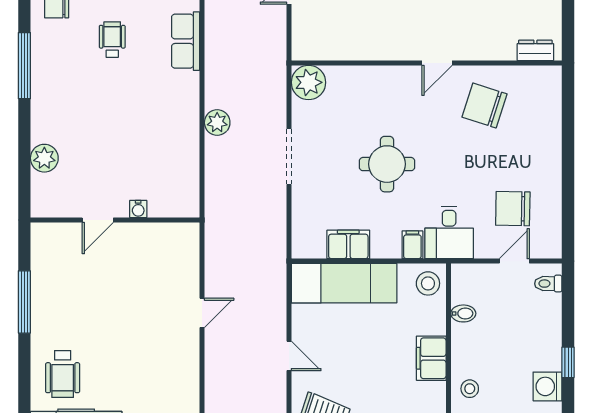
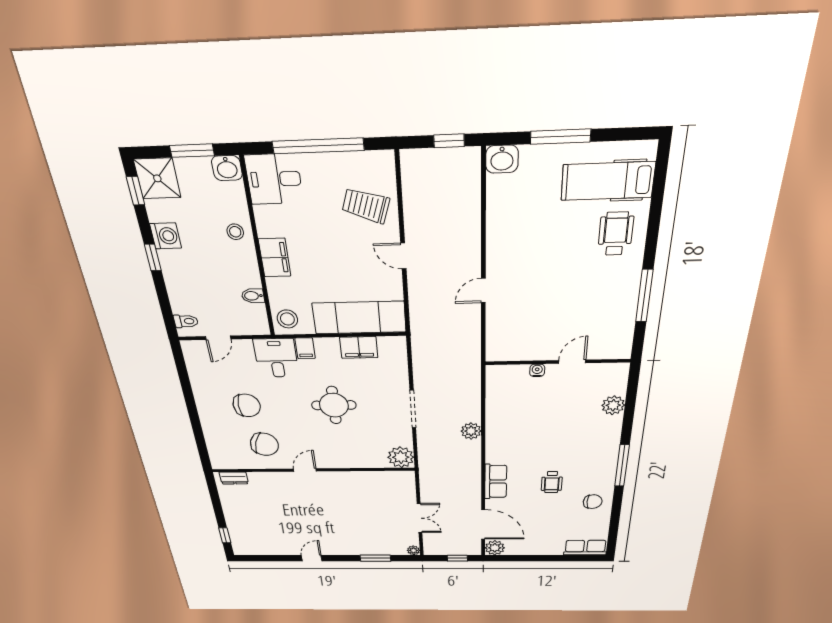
chair: (513, 209) -> (247, 405), moved

